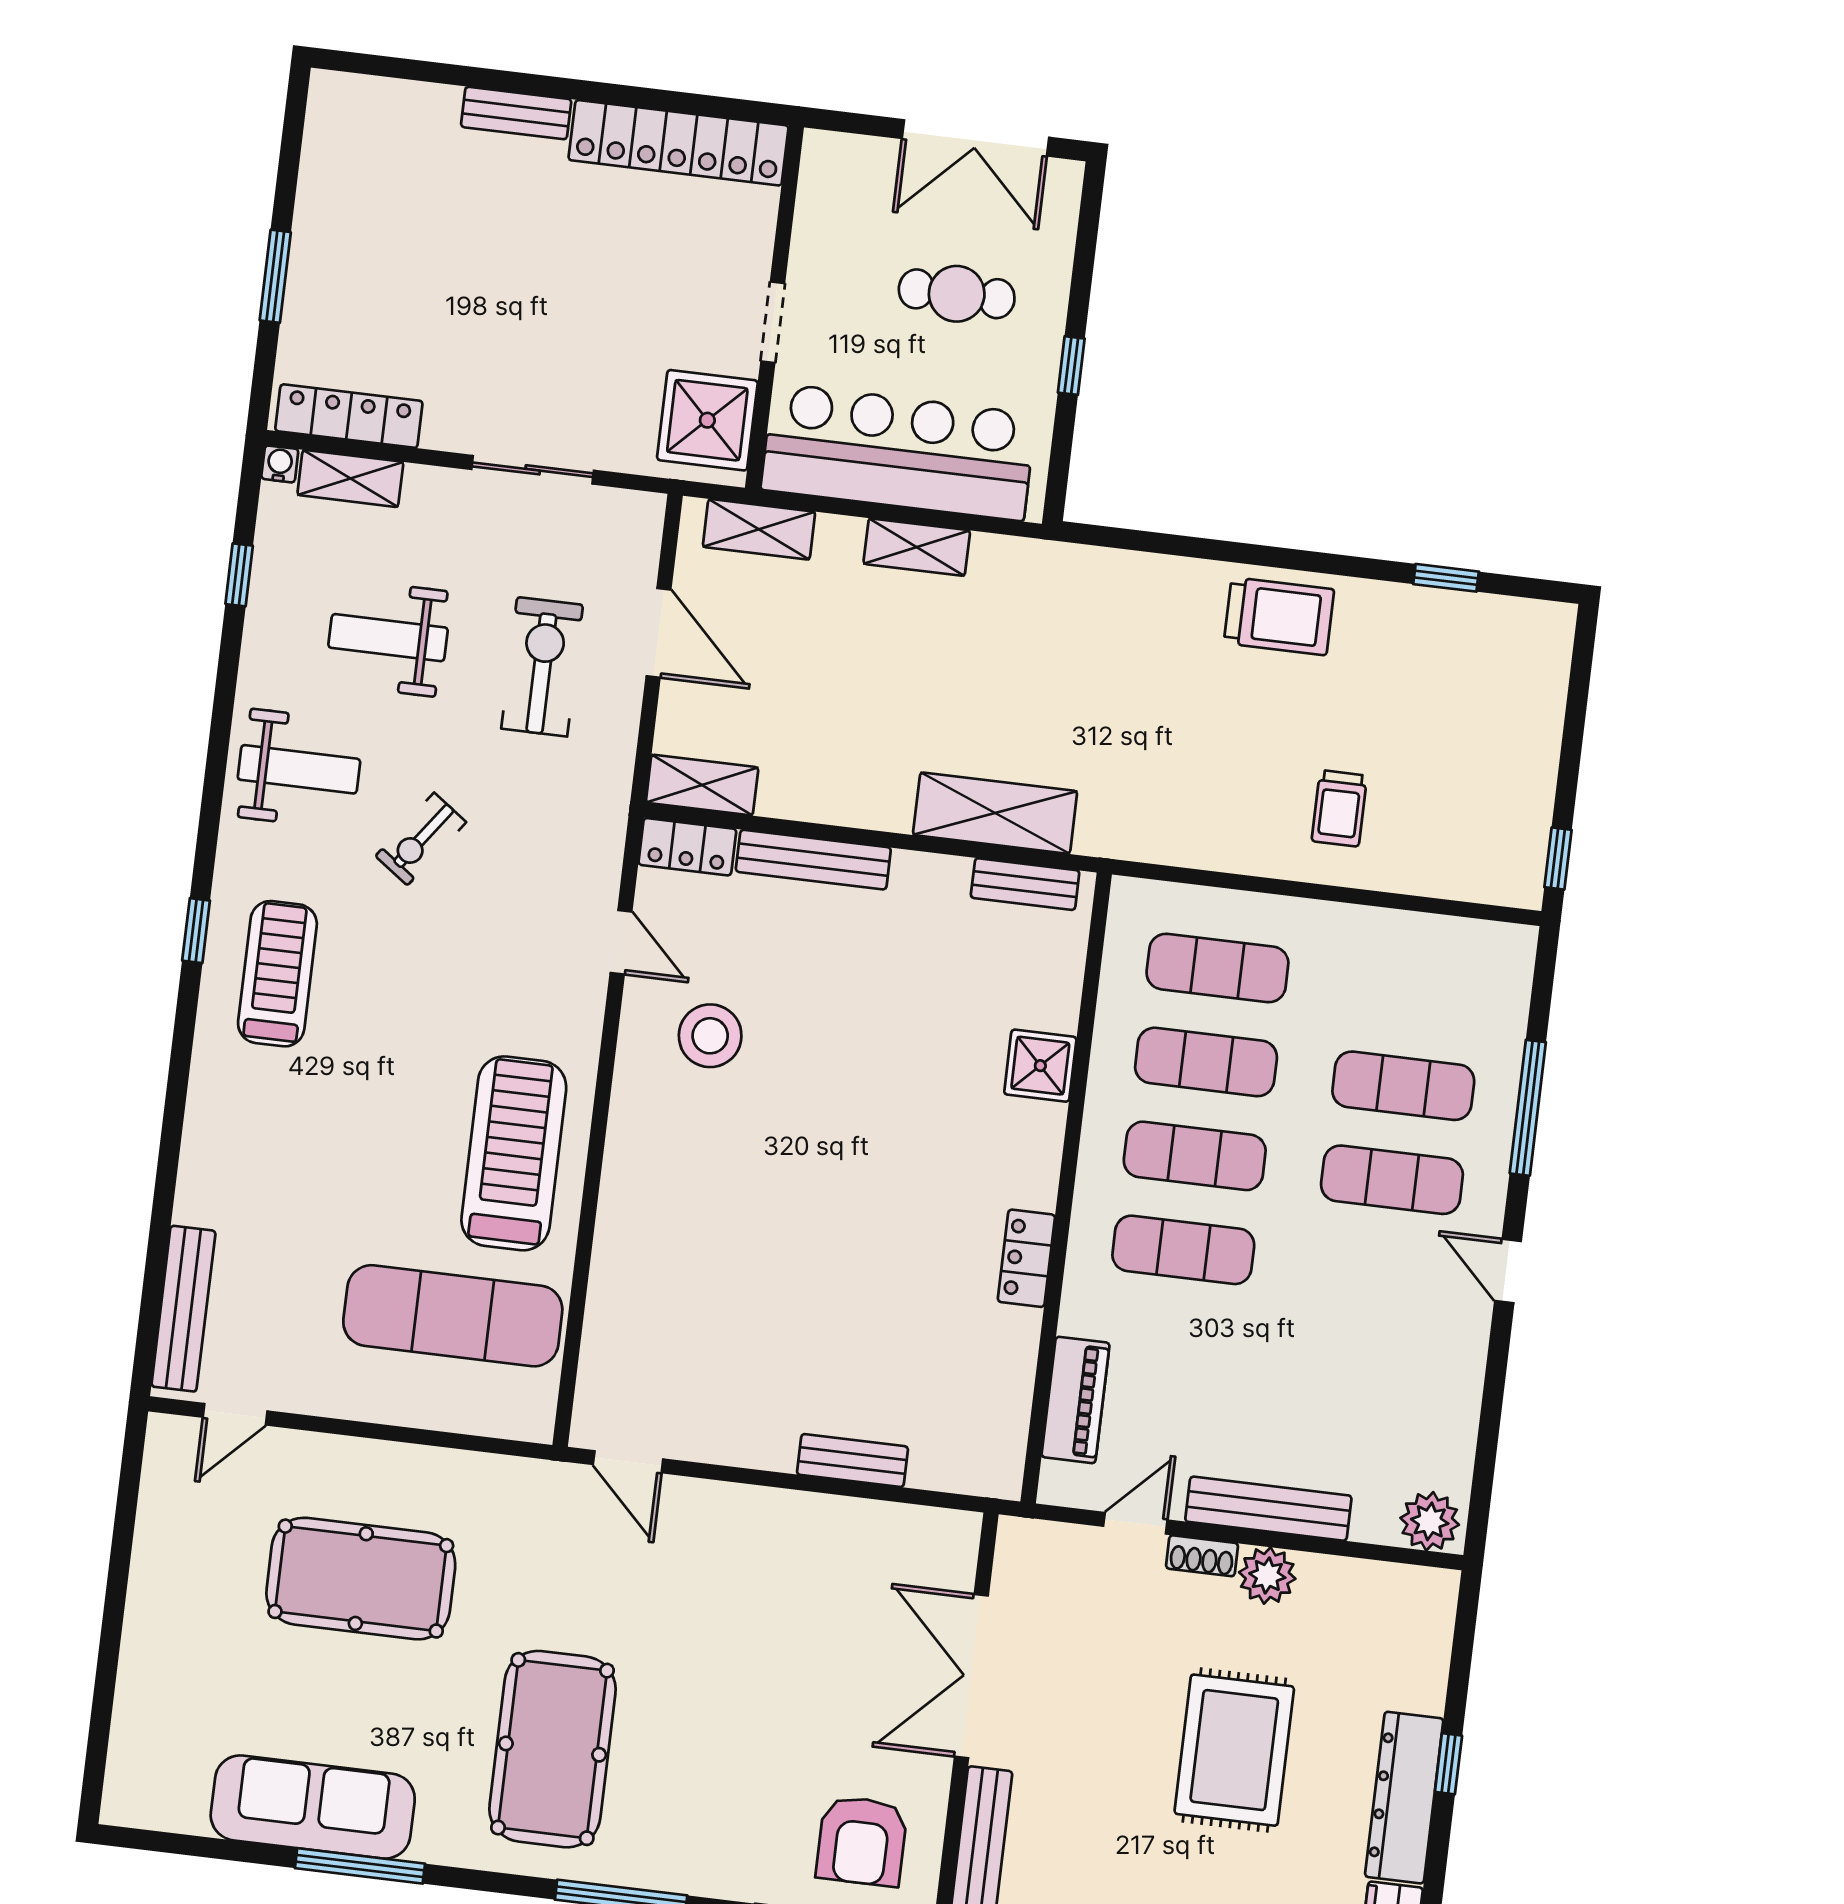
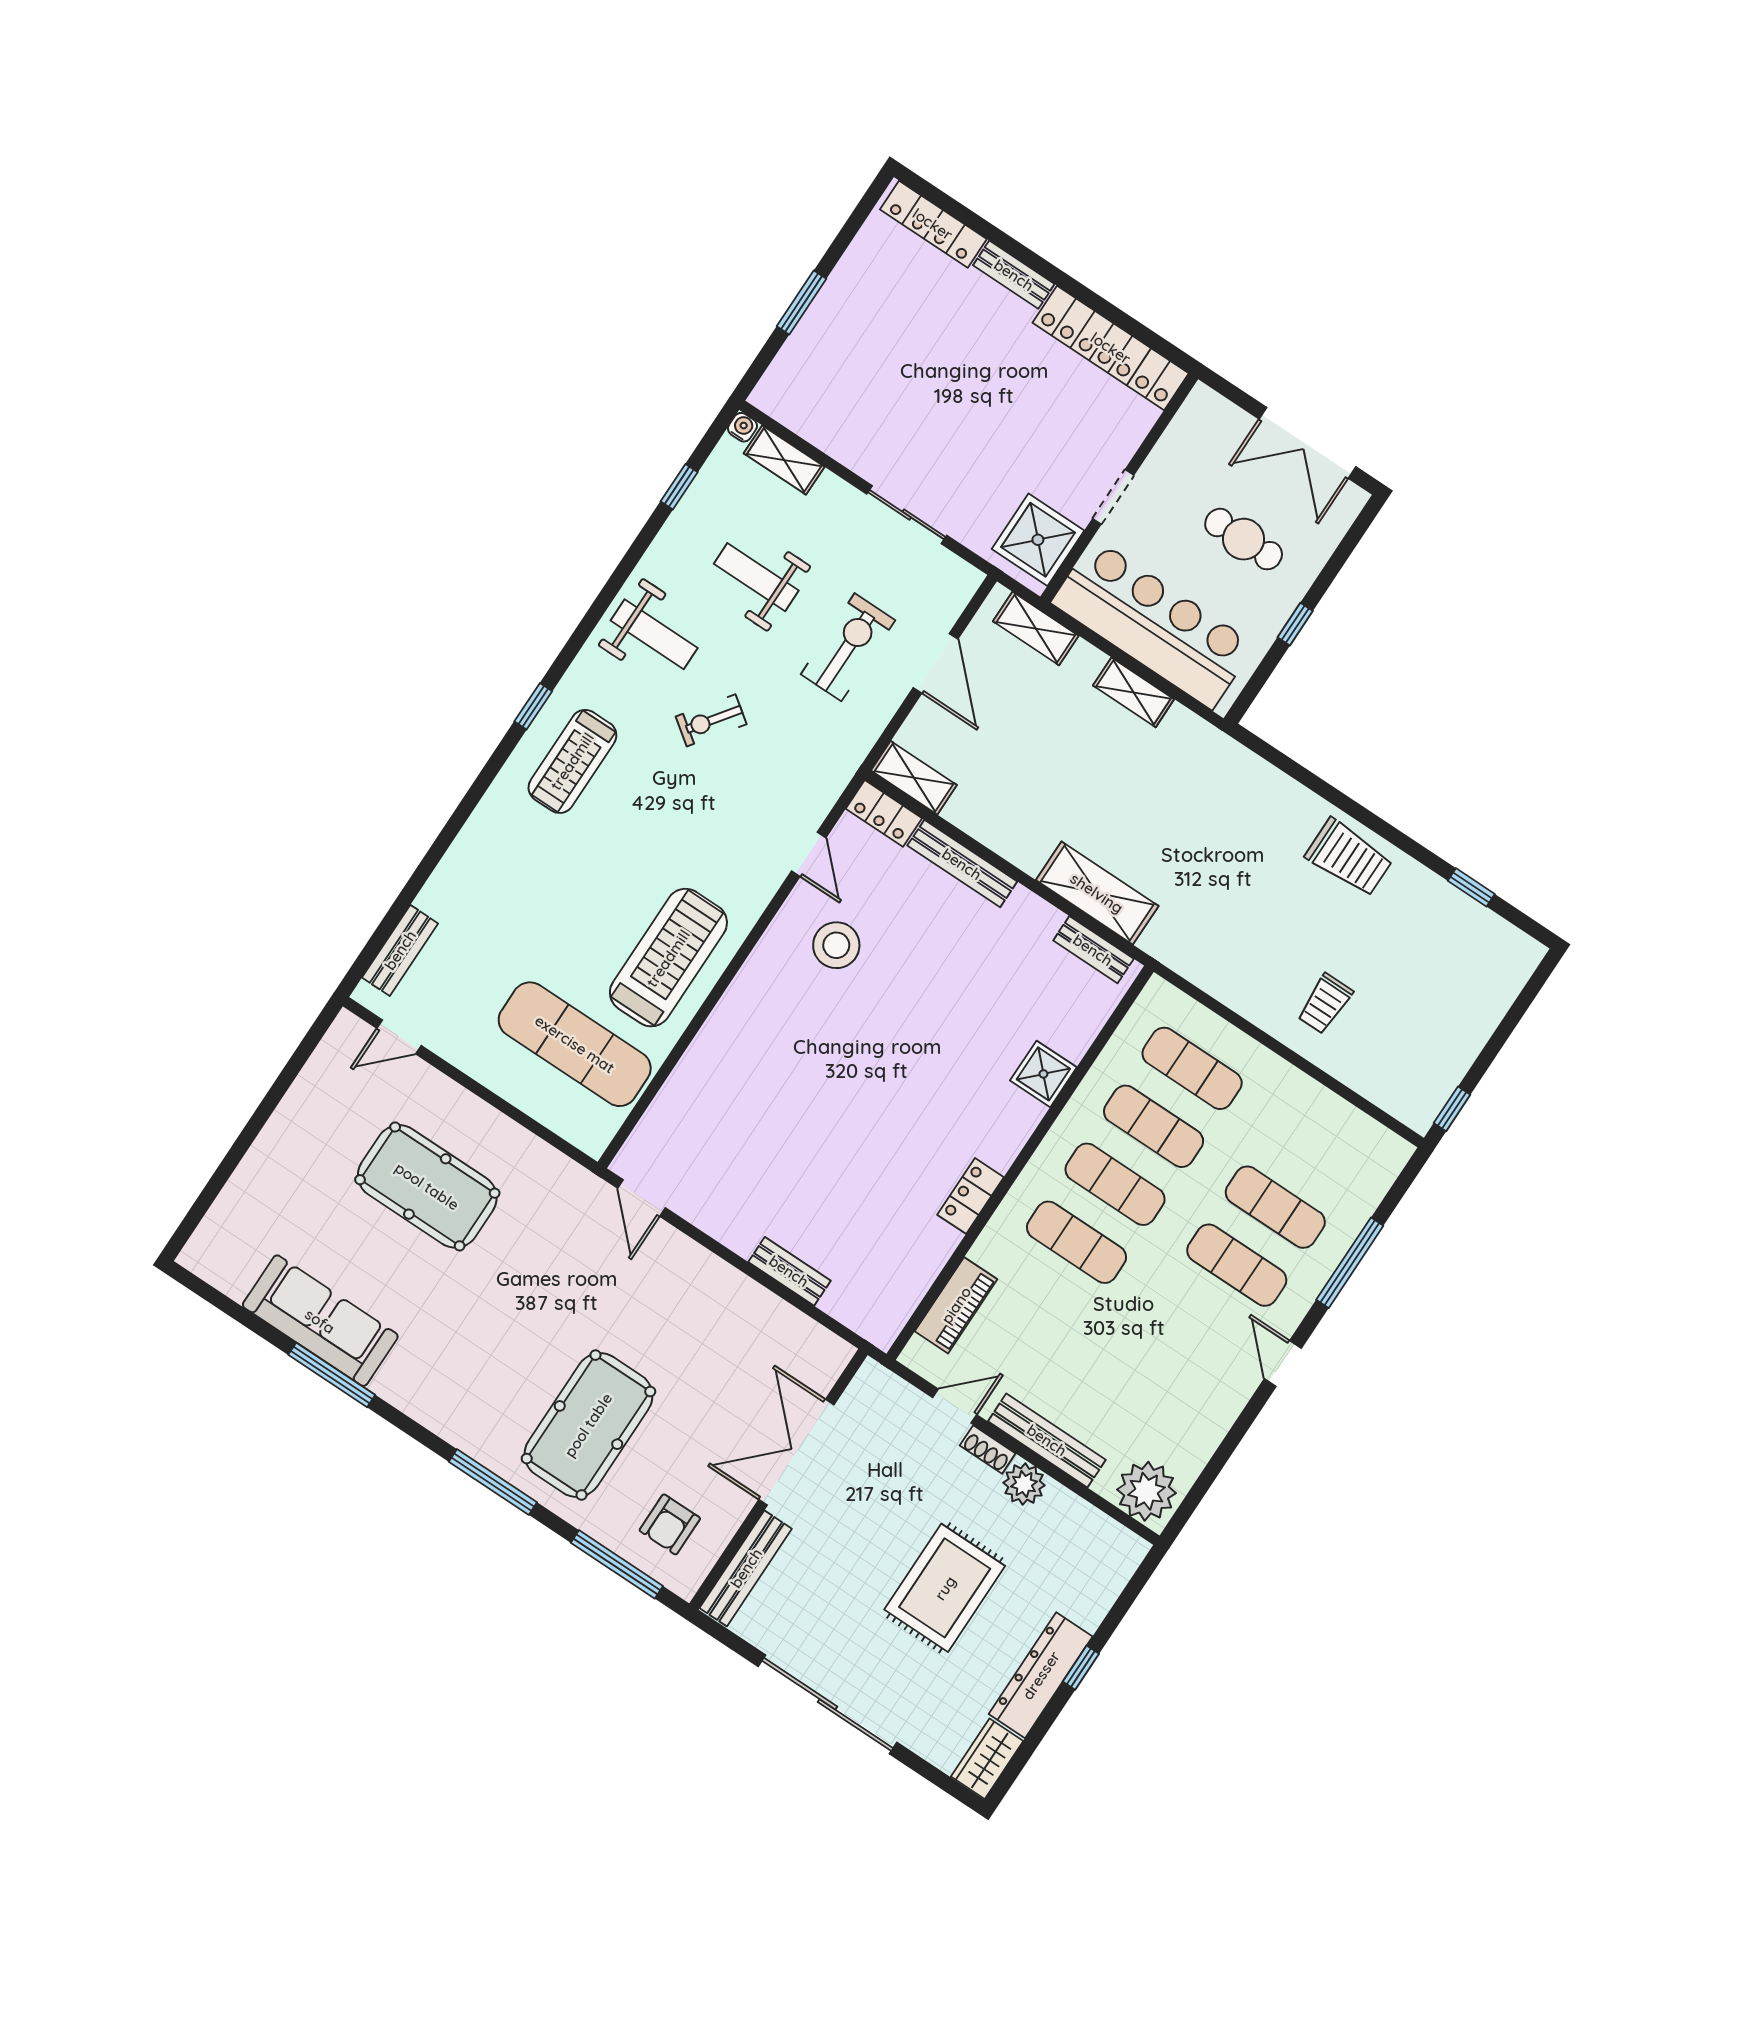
locker: (349, 416) -> (933, 224), moved, turned 180
treadmill: (277, 974) -> (572, 761), turned 180
bench: (183, 1309) -> (400, 950), width x0.73
plant: (1430, 1521) -> (1146, 1491), width x1.36, depth x1.36
pool table: (552, 1749) -> (588, 1425), moved
armchair: (862, 1841) -> (670, 1524), width x0.72, depth x0.72

